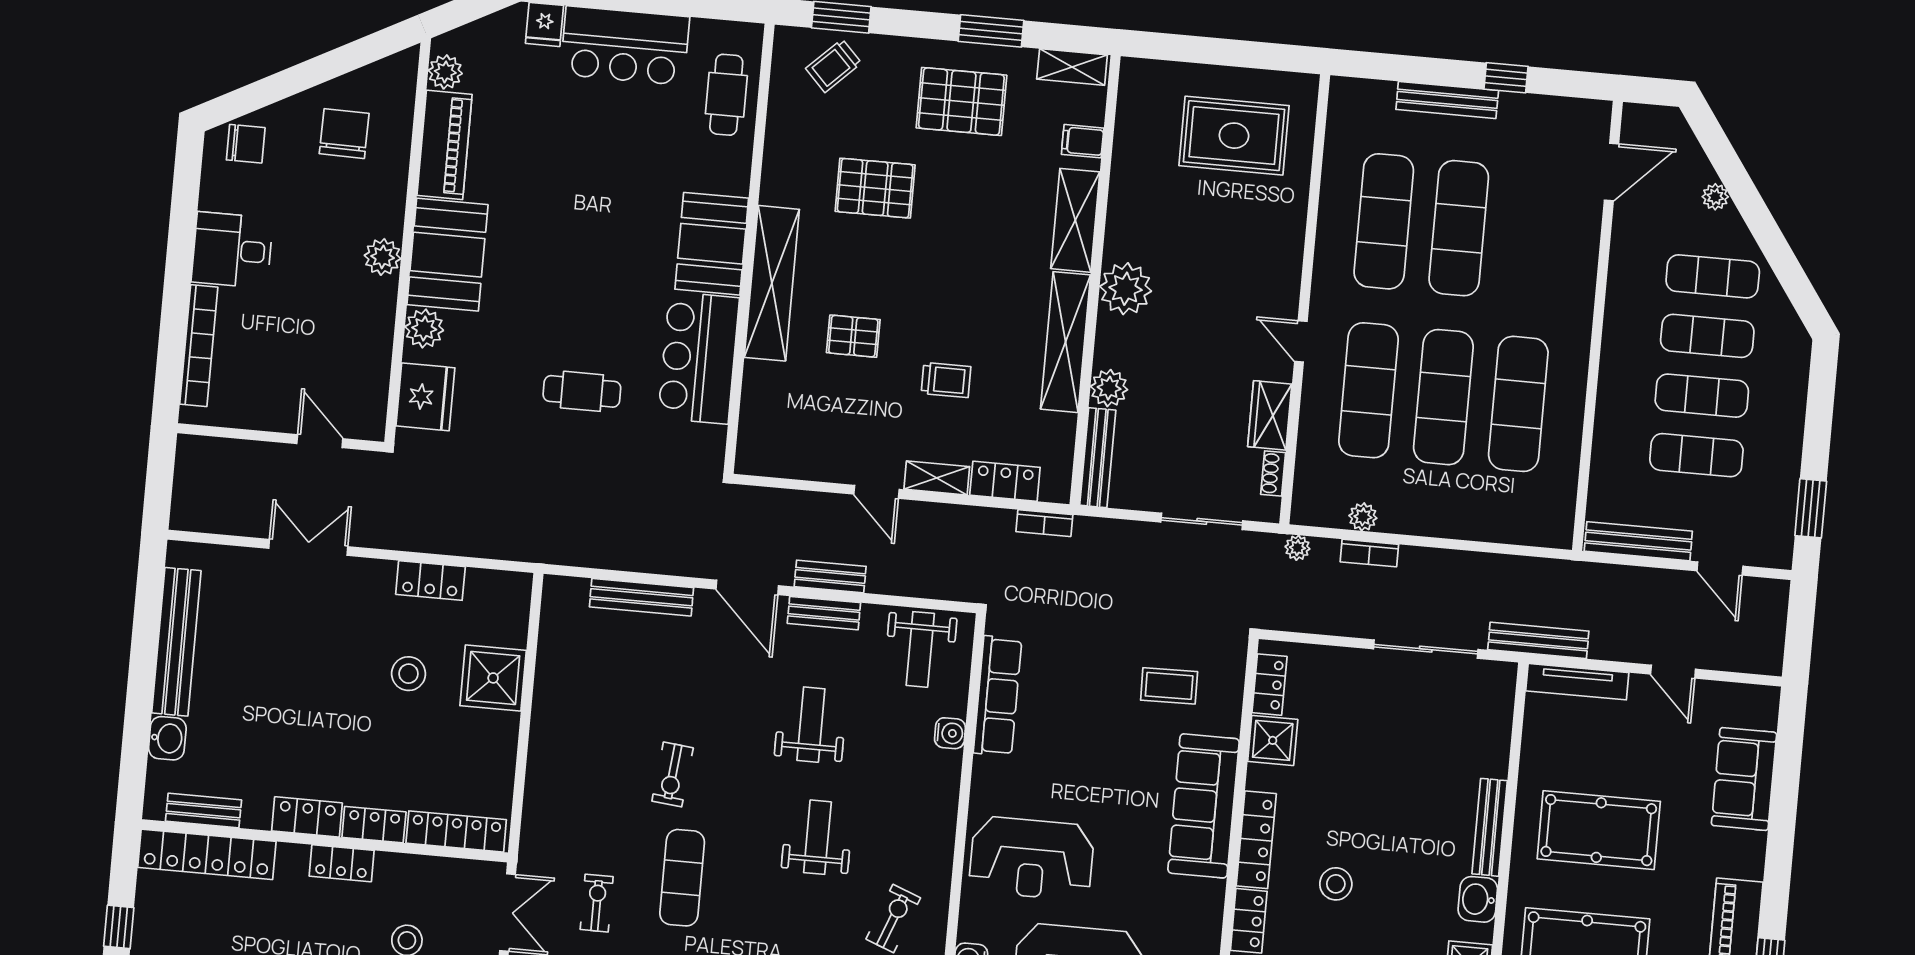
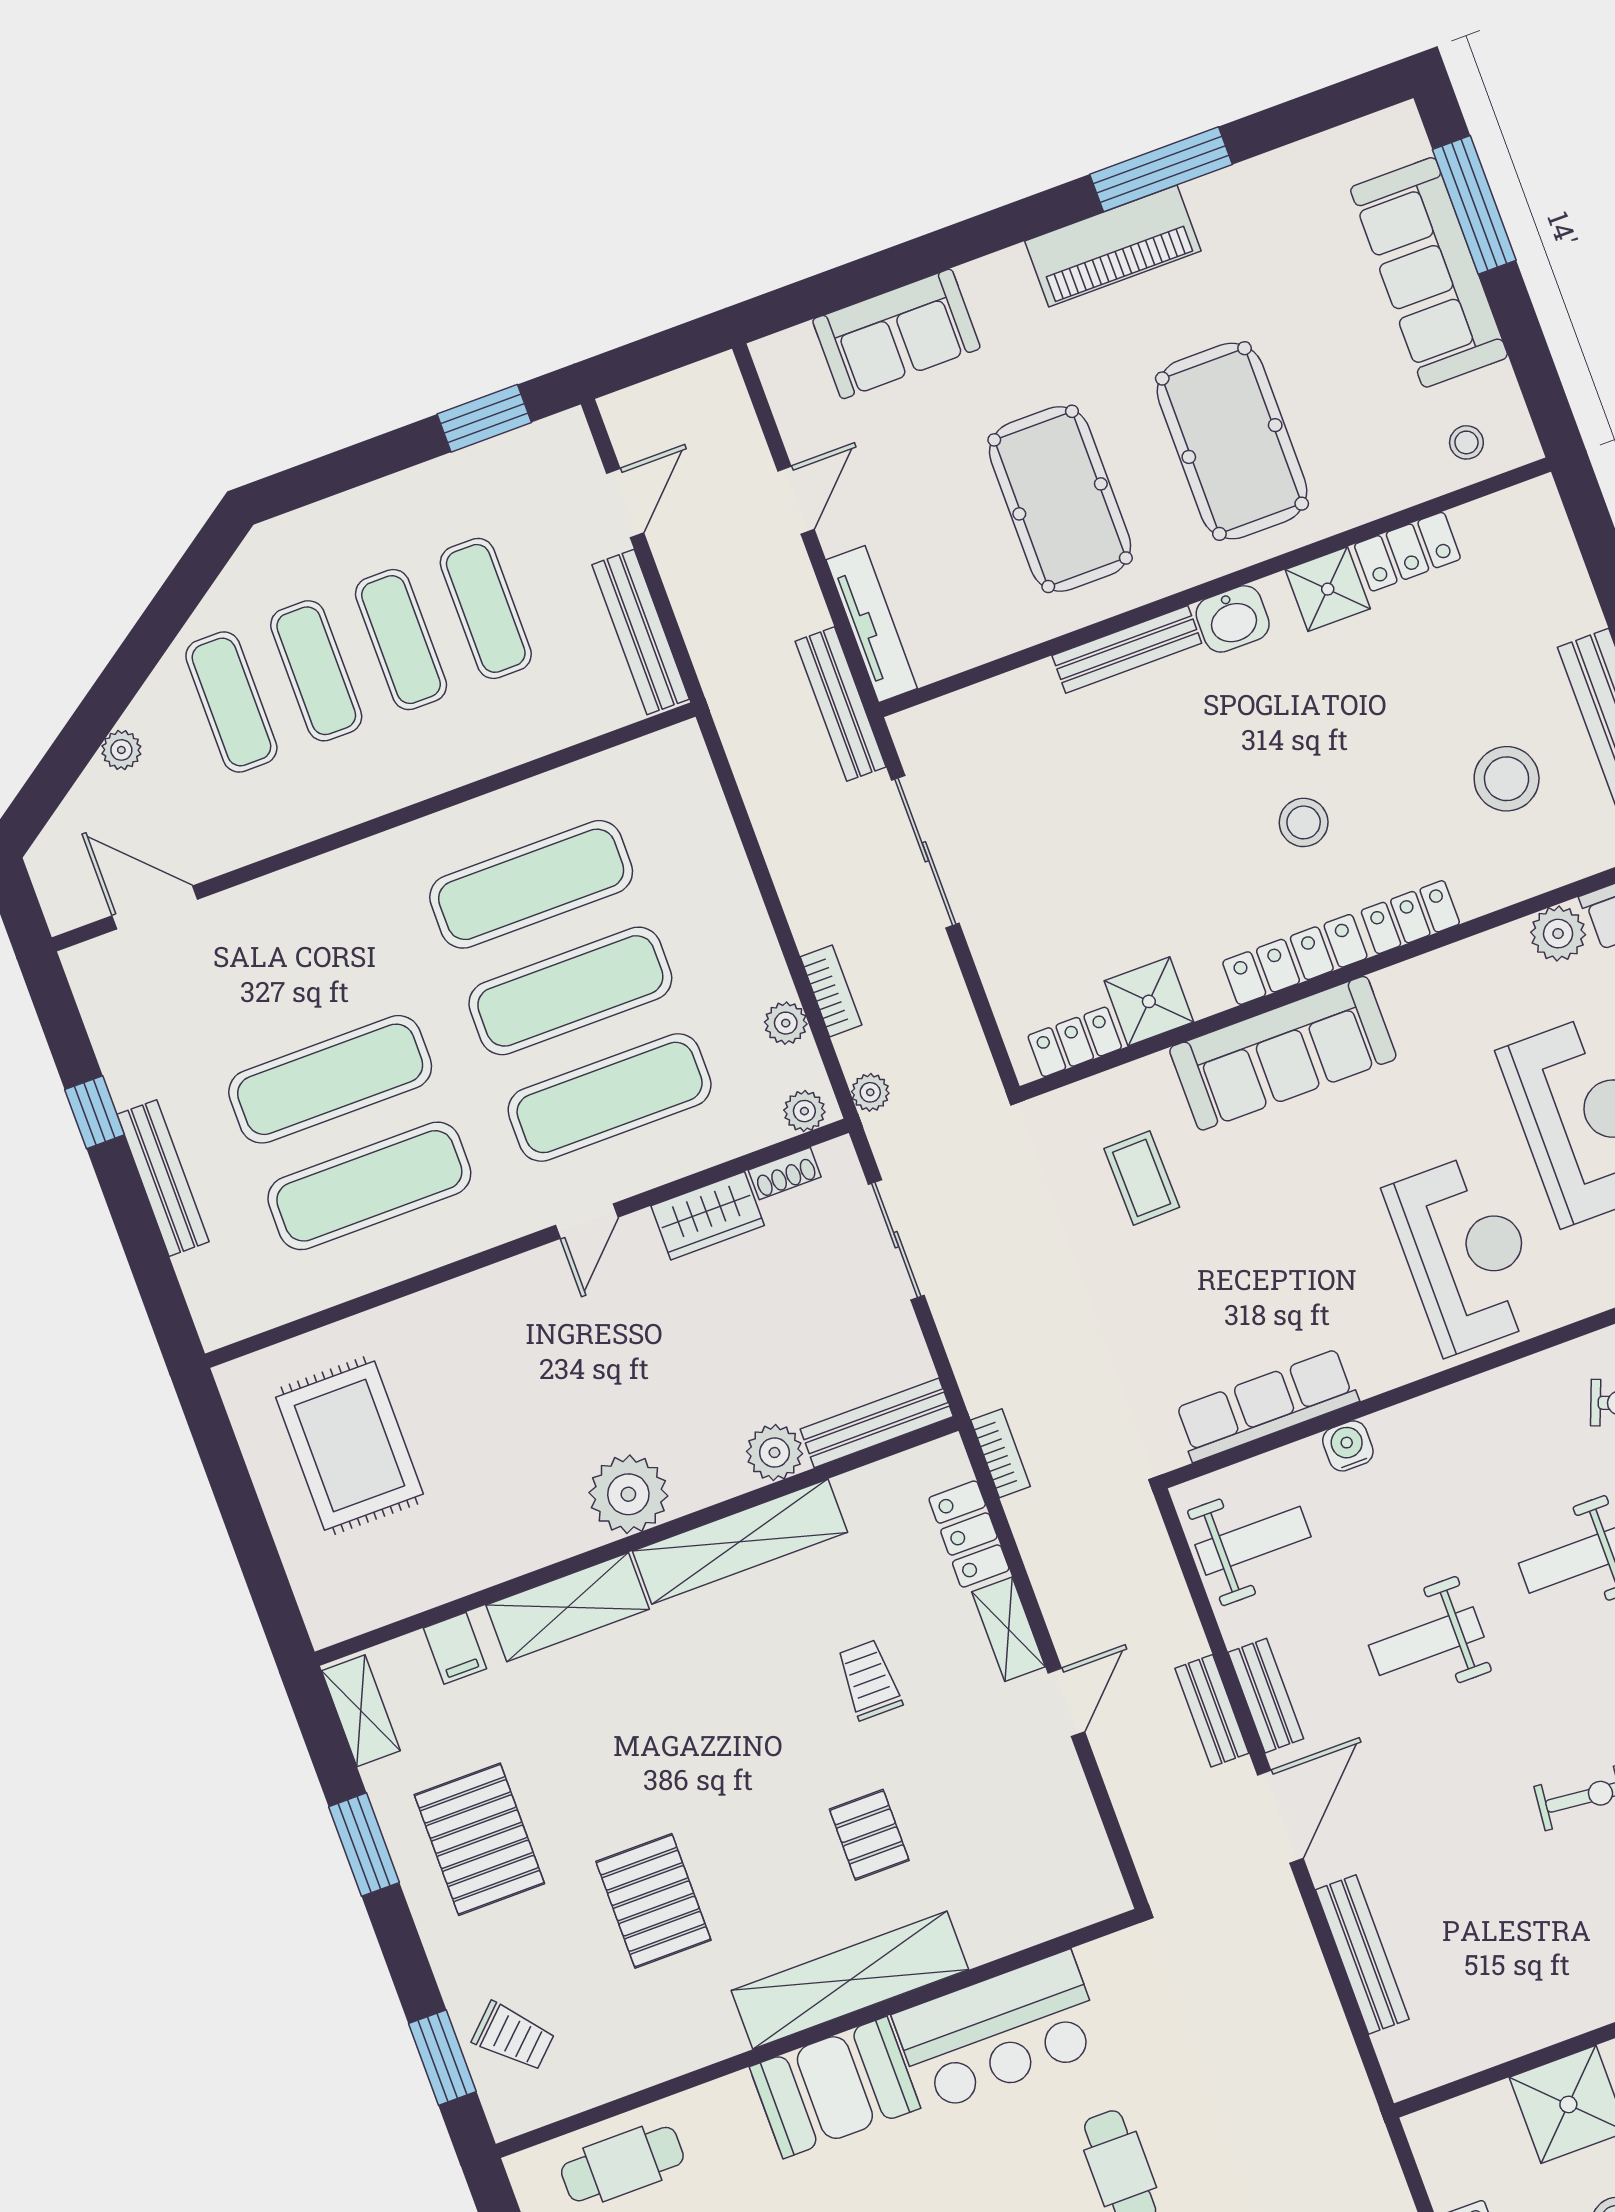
plant: (1305, 503) -> (804, 1111), added

